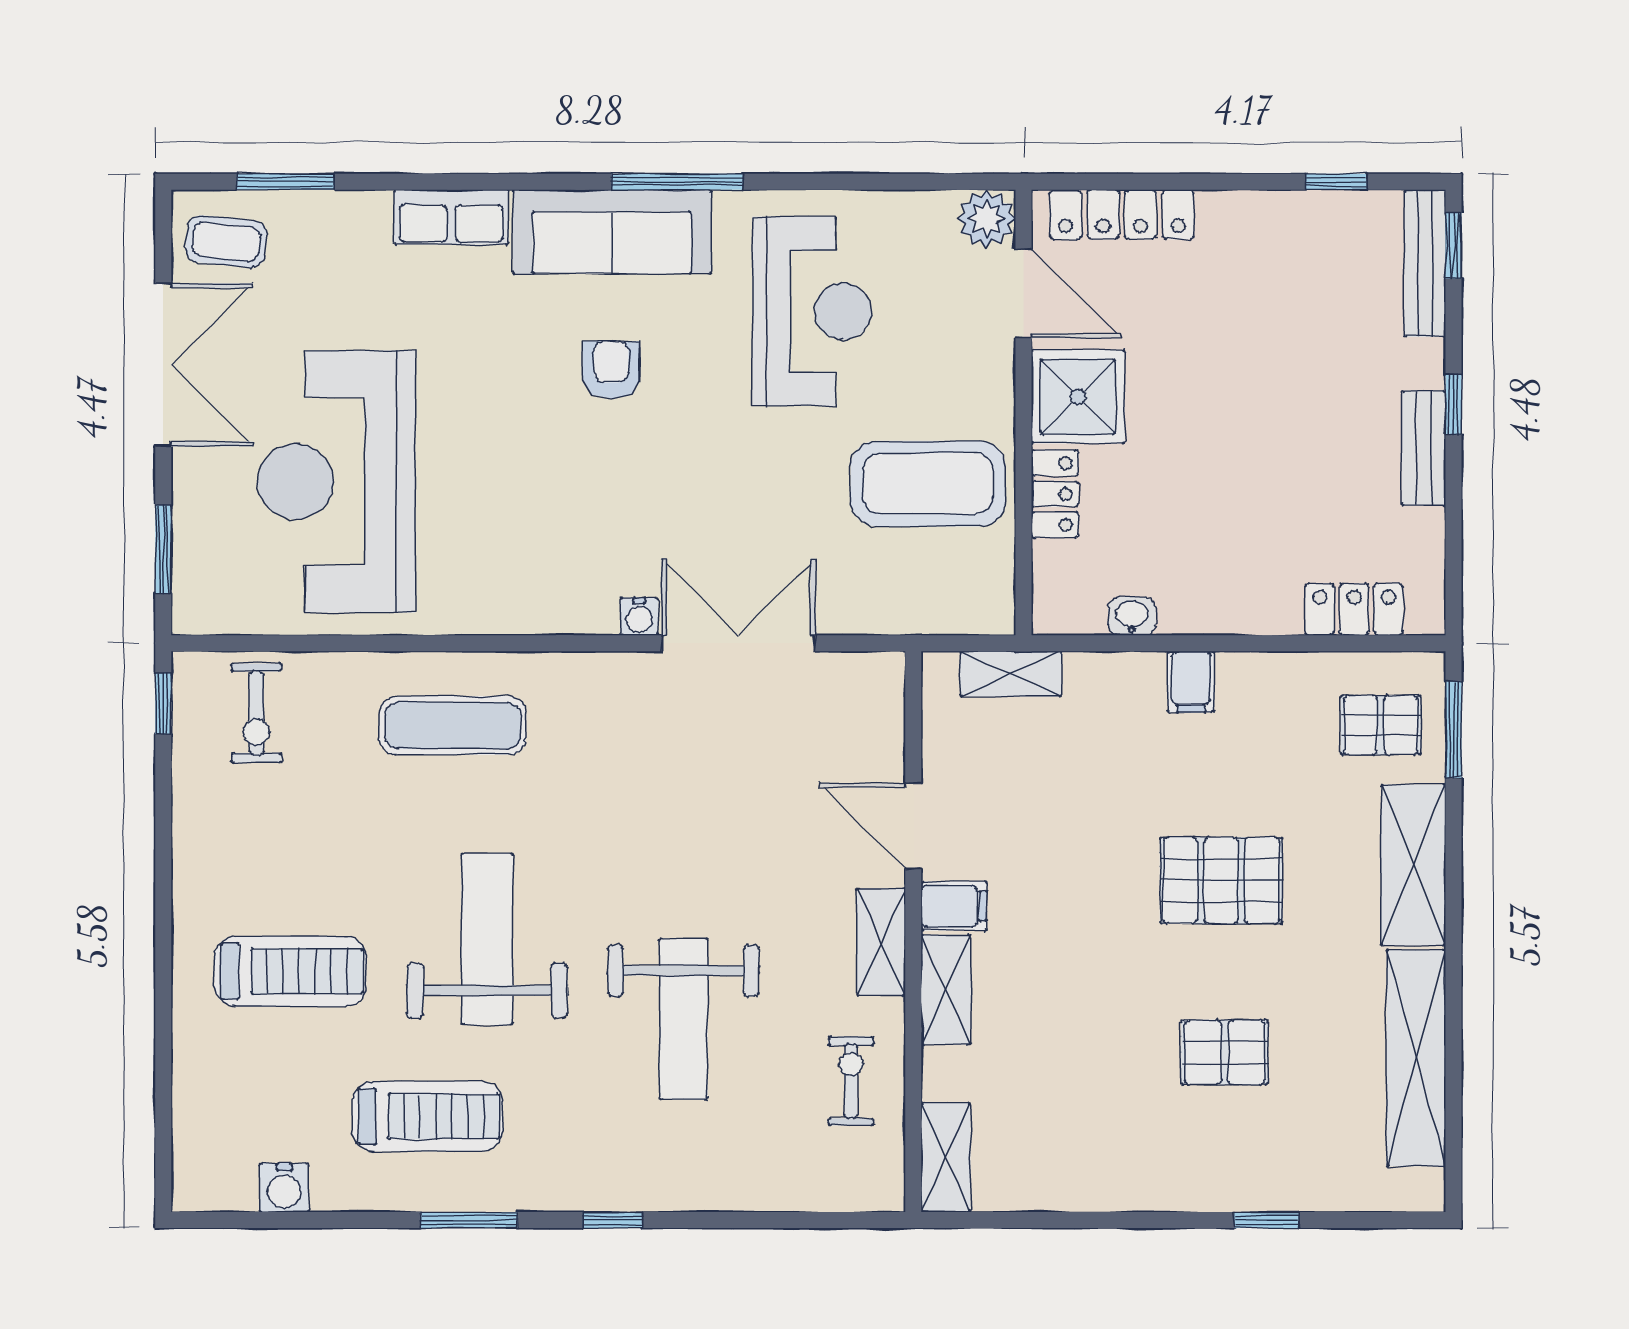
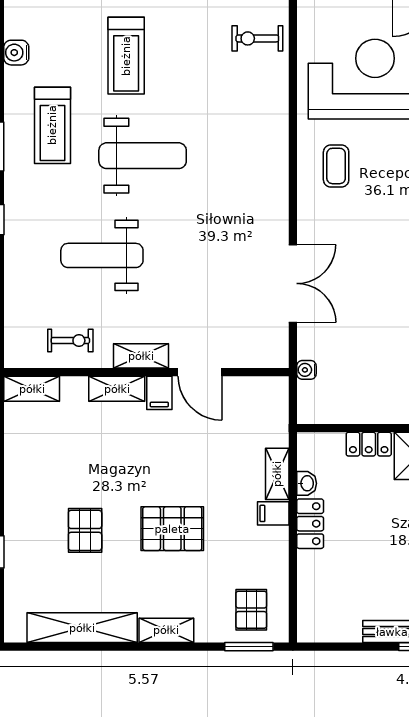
coffee table: (928, 484) -> (336, 166), moved, width x0.54, depth x0.58
locker: (1354, 609) -> (310, 524), moved
water cooler: (639, 616) -> (306, 370), moved
shelving: (1011, 674) -> (277, 474), moved
exercise mat: (453, 725) -> (251, 138), removed
door: (913, 826) -> (200, 372), swing flipped
shelving: (1413, 865) -> (166, 630), width x0.67, depth x0.75
pallet: (1221, 881) -> (172, 529), turned 90

